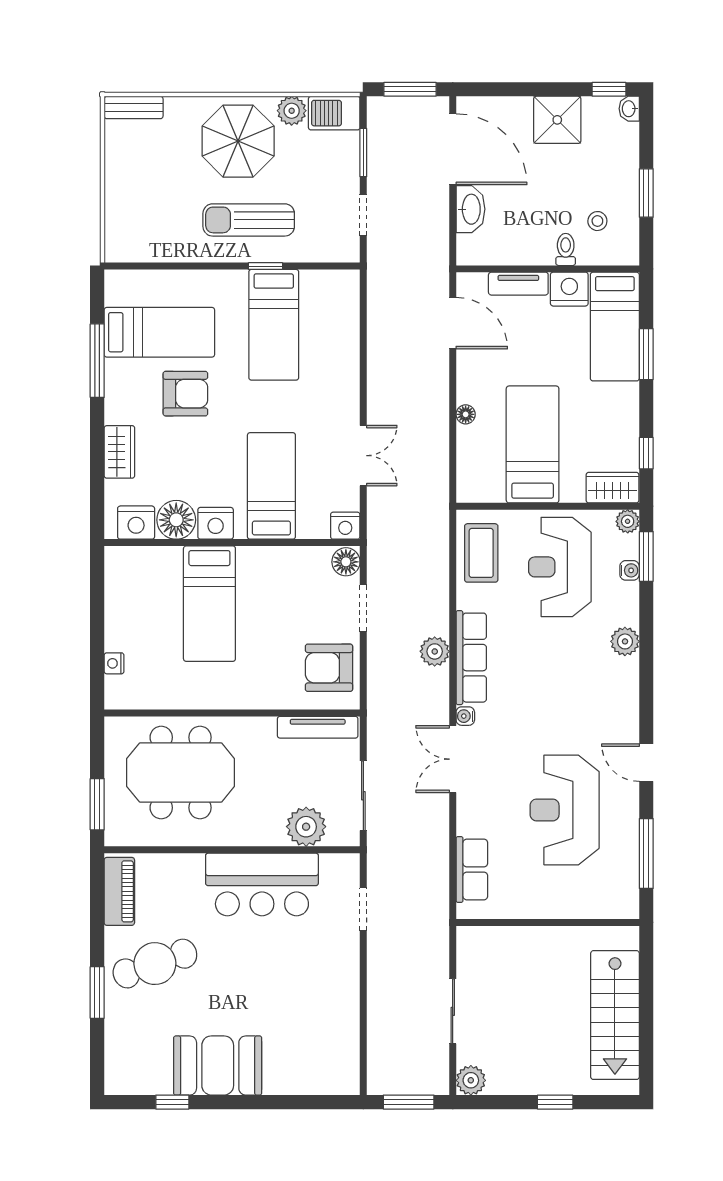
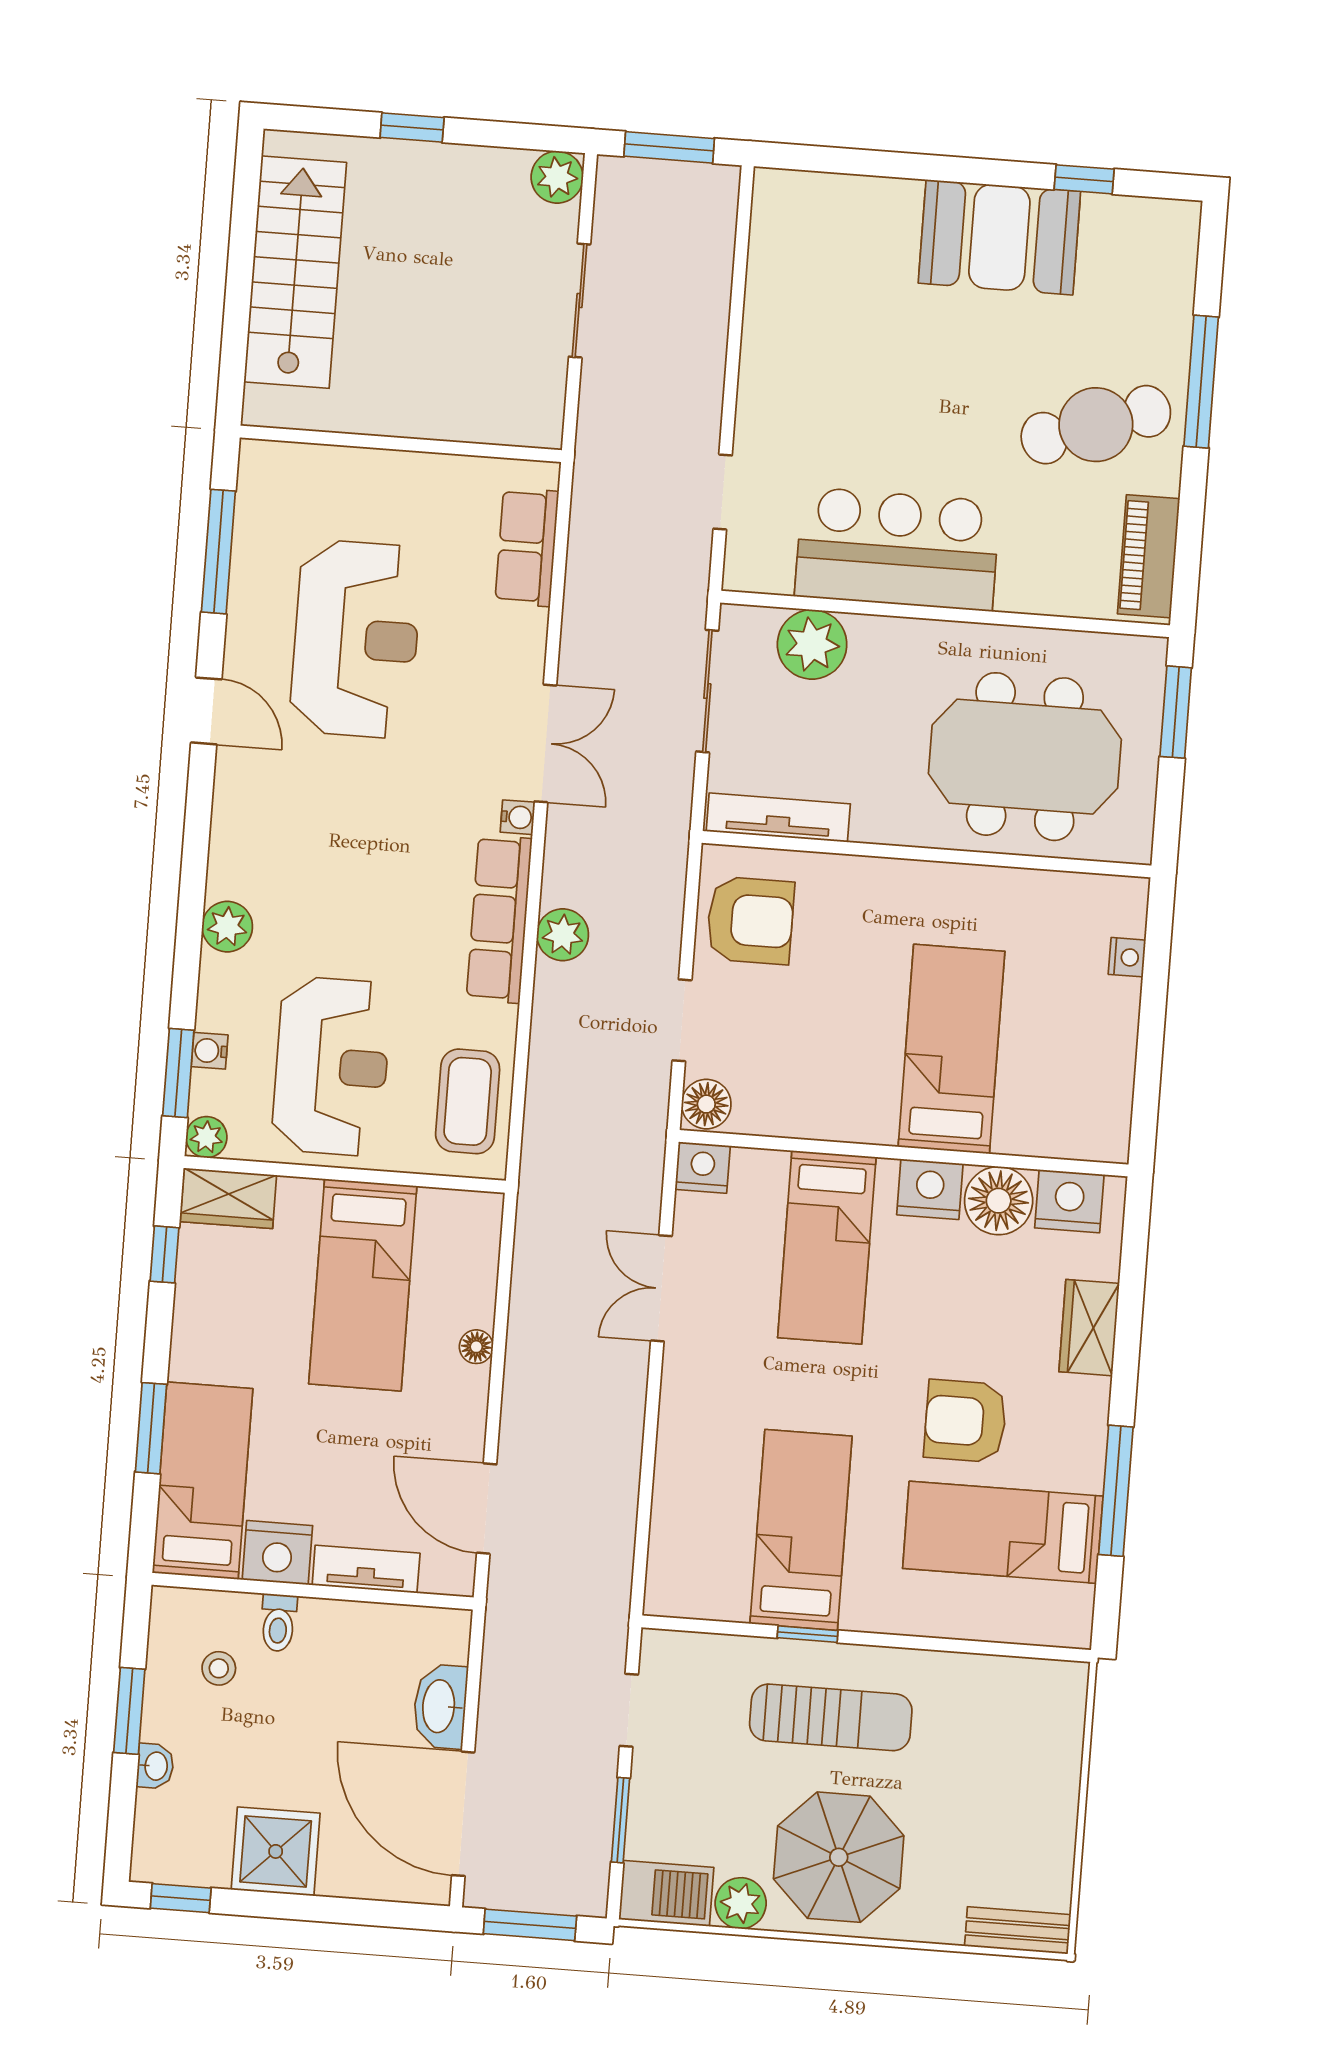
washbasin: (629, 109) -> (155, 1766), moved
window: (97, 993) -> (1201, 382), width x1.44

